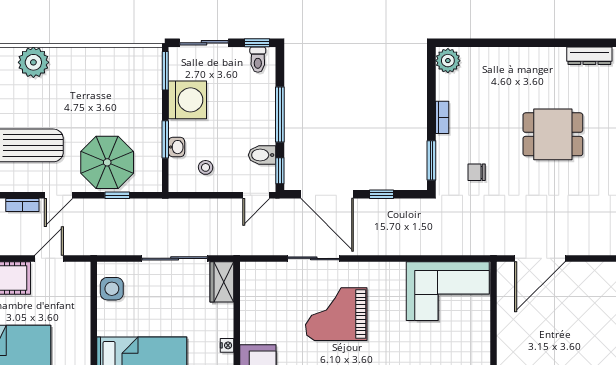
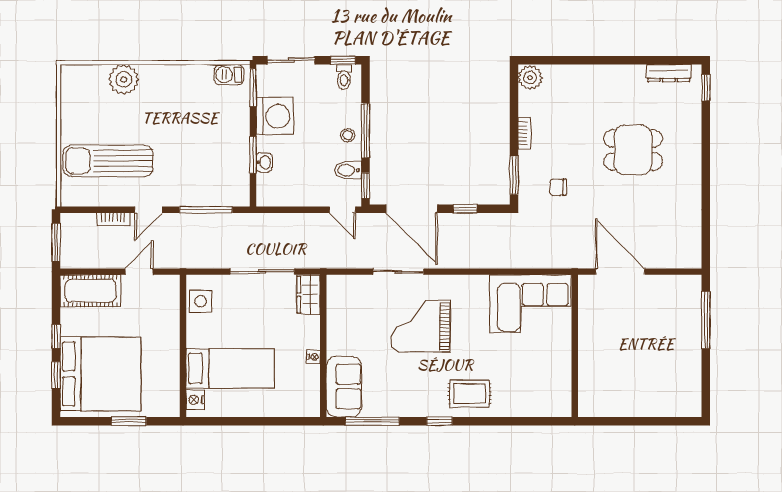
barbecue: (141, 57) -> (229, 75), added
parasol: (107, 162) -> (196, 177), removed
stool: (206, 167) -> (348, 135), moved
window: (117, 195) -> (206, 210), width x2.17
door: (256, 195) -> (342, 210), hinge flipped
door: (540, 258) -> (620, 272), swing flipped

